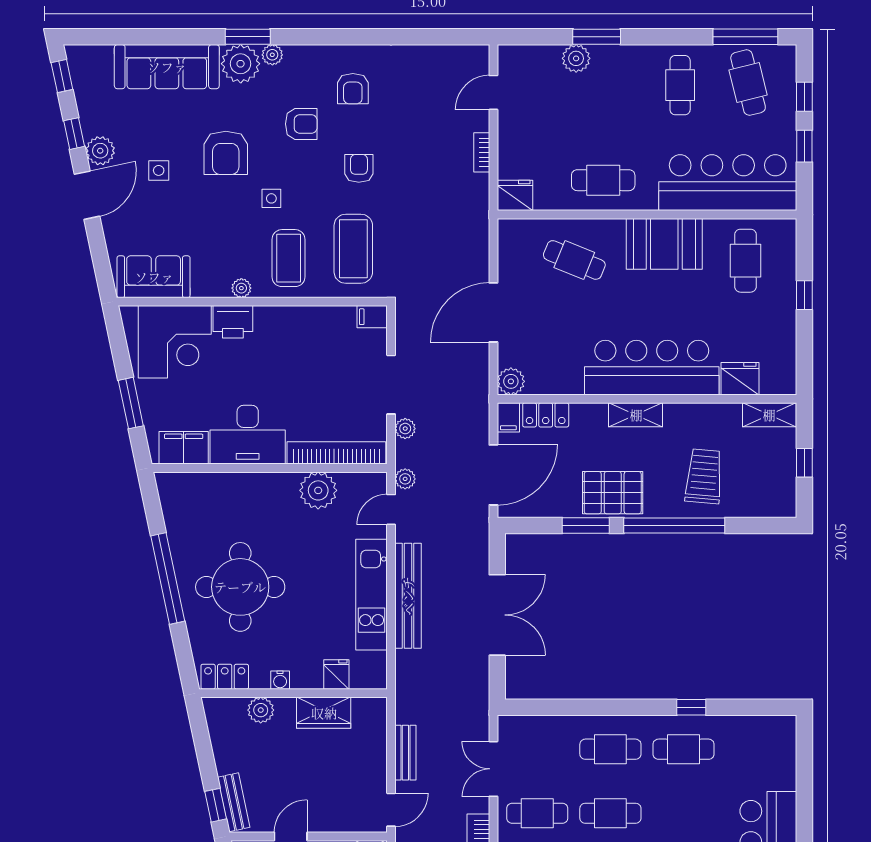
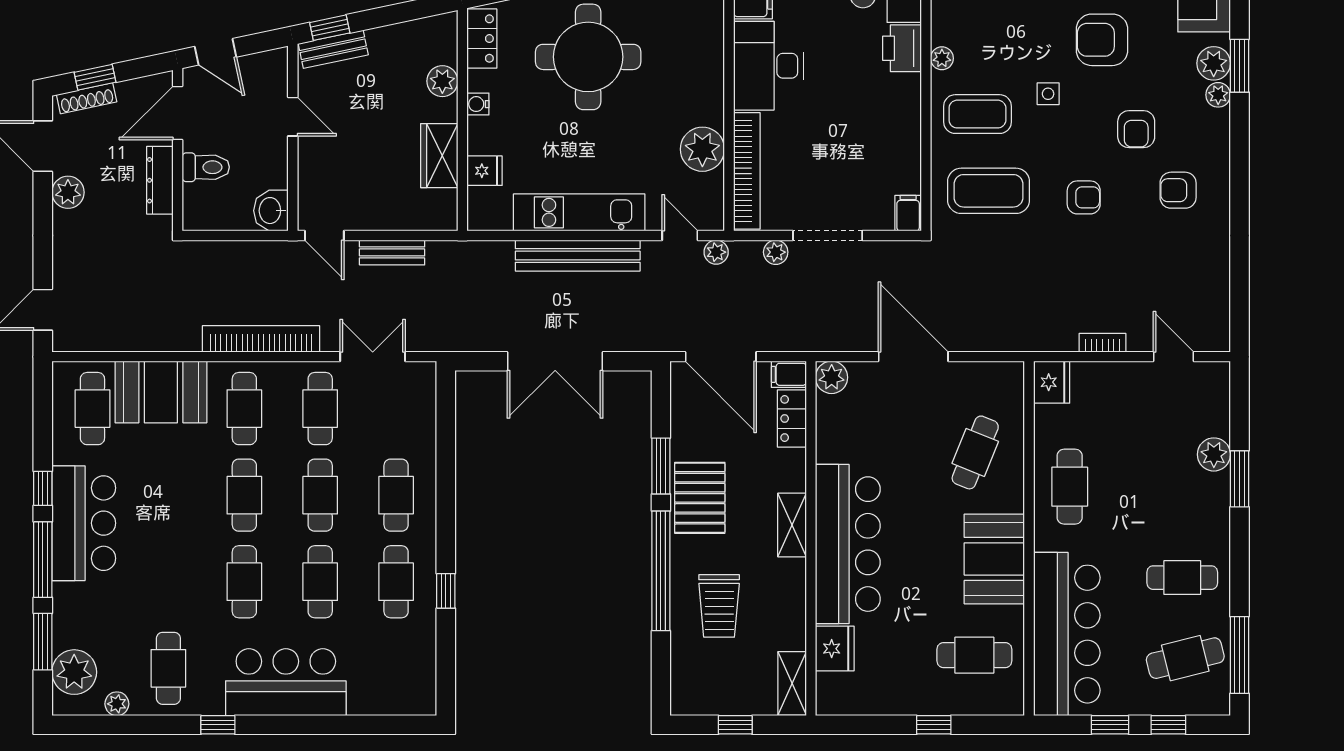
plant: (241, 64) -> (1214, 63), width x0.73, depth x0.73
trolley: (704, 476) -> (719, 606), turned 85
cafe table: (684, 813) -> (320, 582), added

